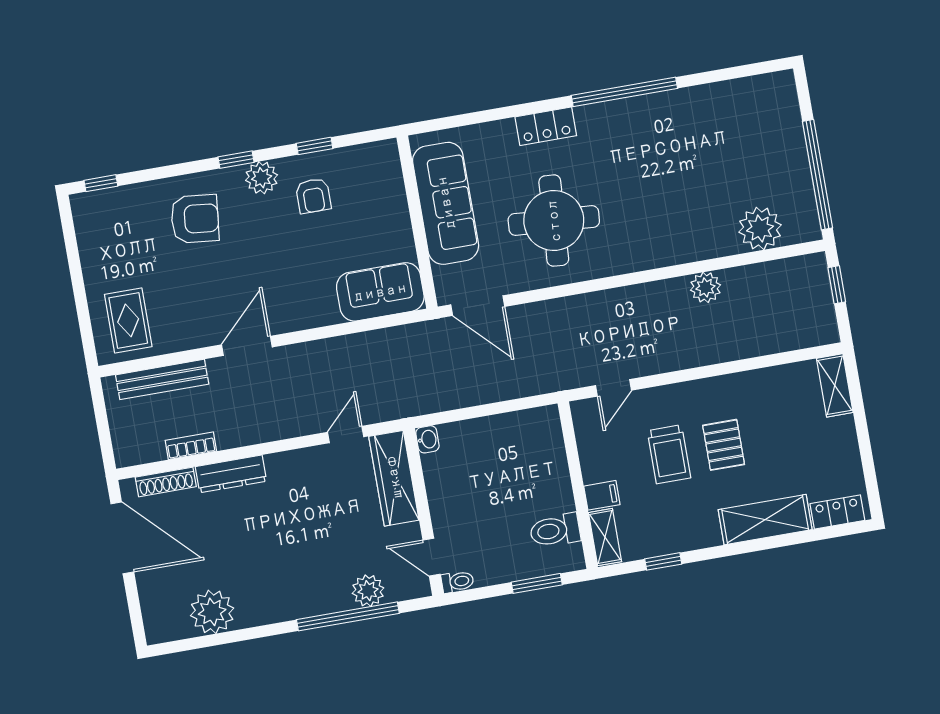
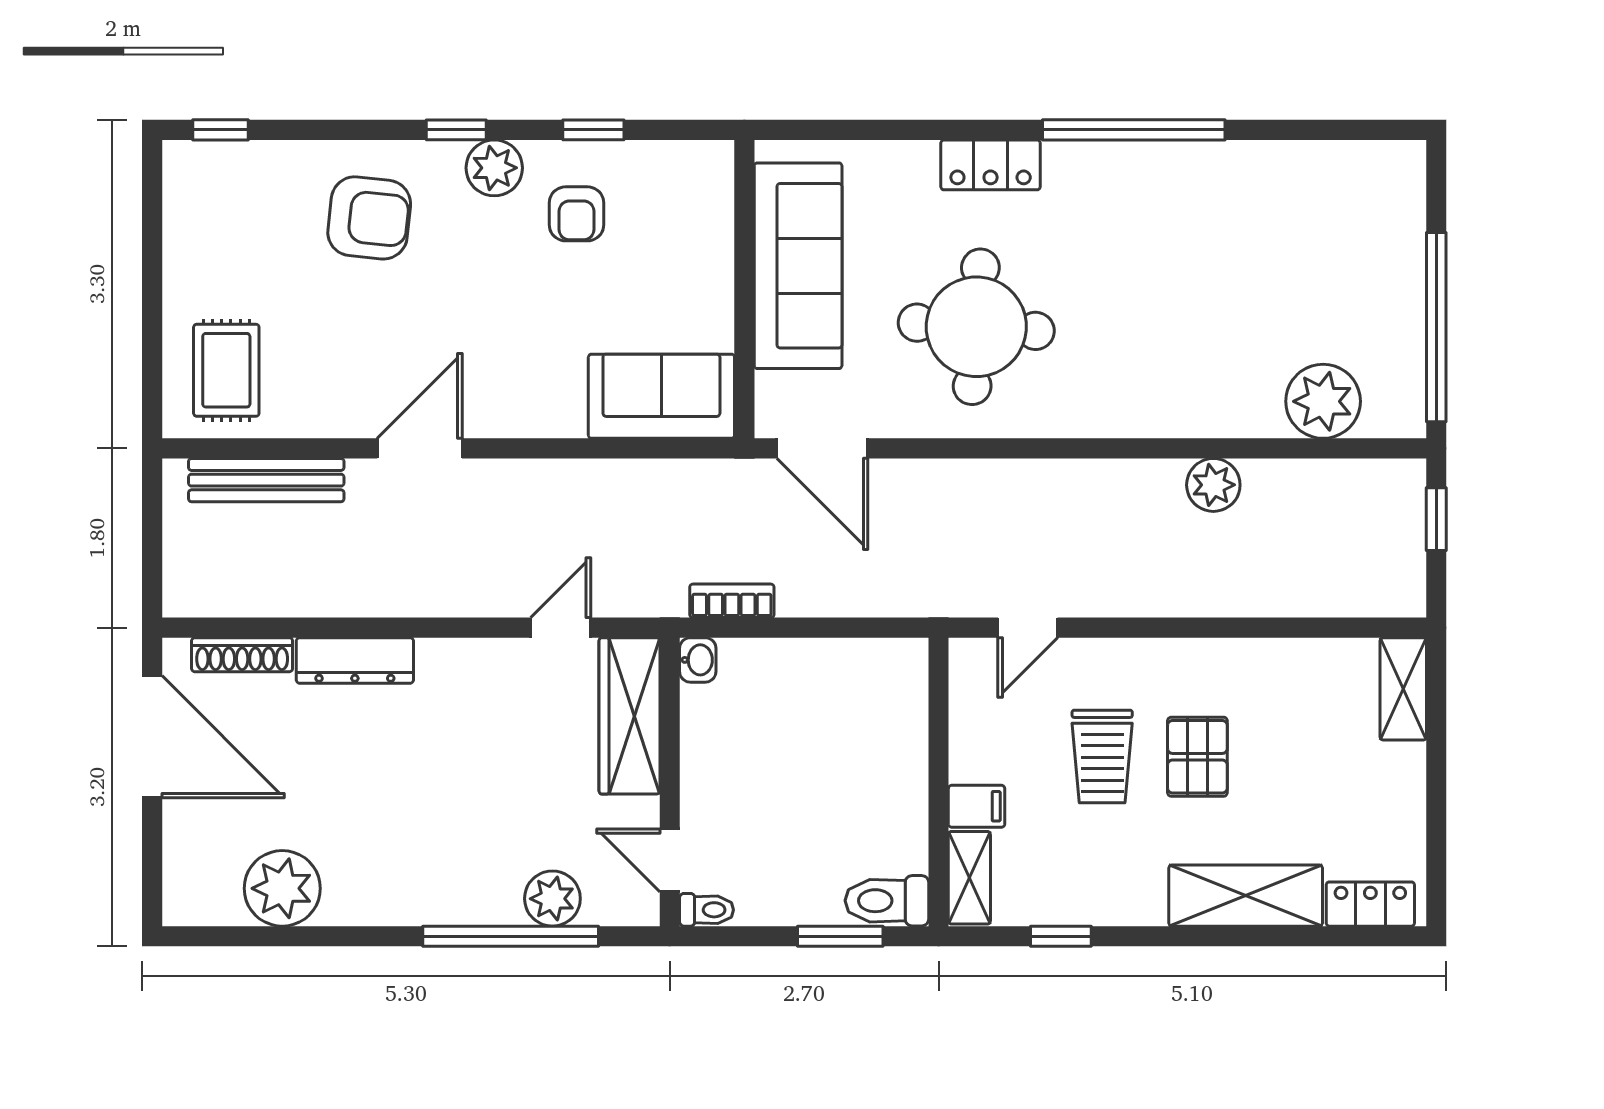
bookcase: (191, 446) -> (732, 601), moved
toilet: (555, 530) -> (887, 901), moved

